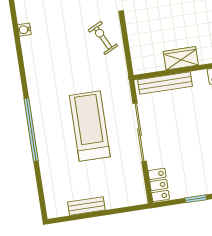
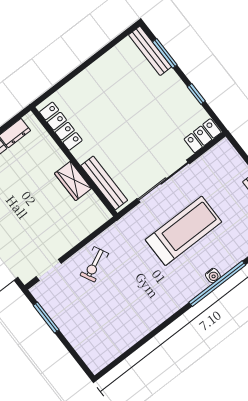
water cooler: (24, 30) -> (213, 276), moved
treadmill: (90, 126) -> (183, 231), turned 180

